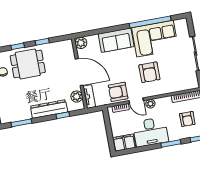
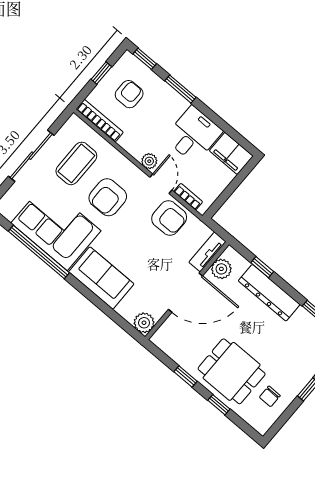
coffee table: (176, 71) -> (76, 163), added
door: (79, 72) -> (185, 293), swing flipped
armchair: (149, 72) -> (108, 197), turned 180
desk: (150, 132) -> (193, 135), width x0.73

